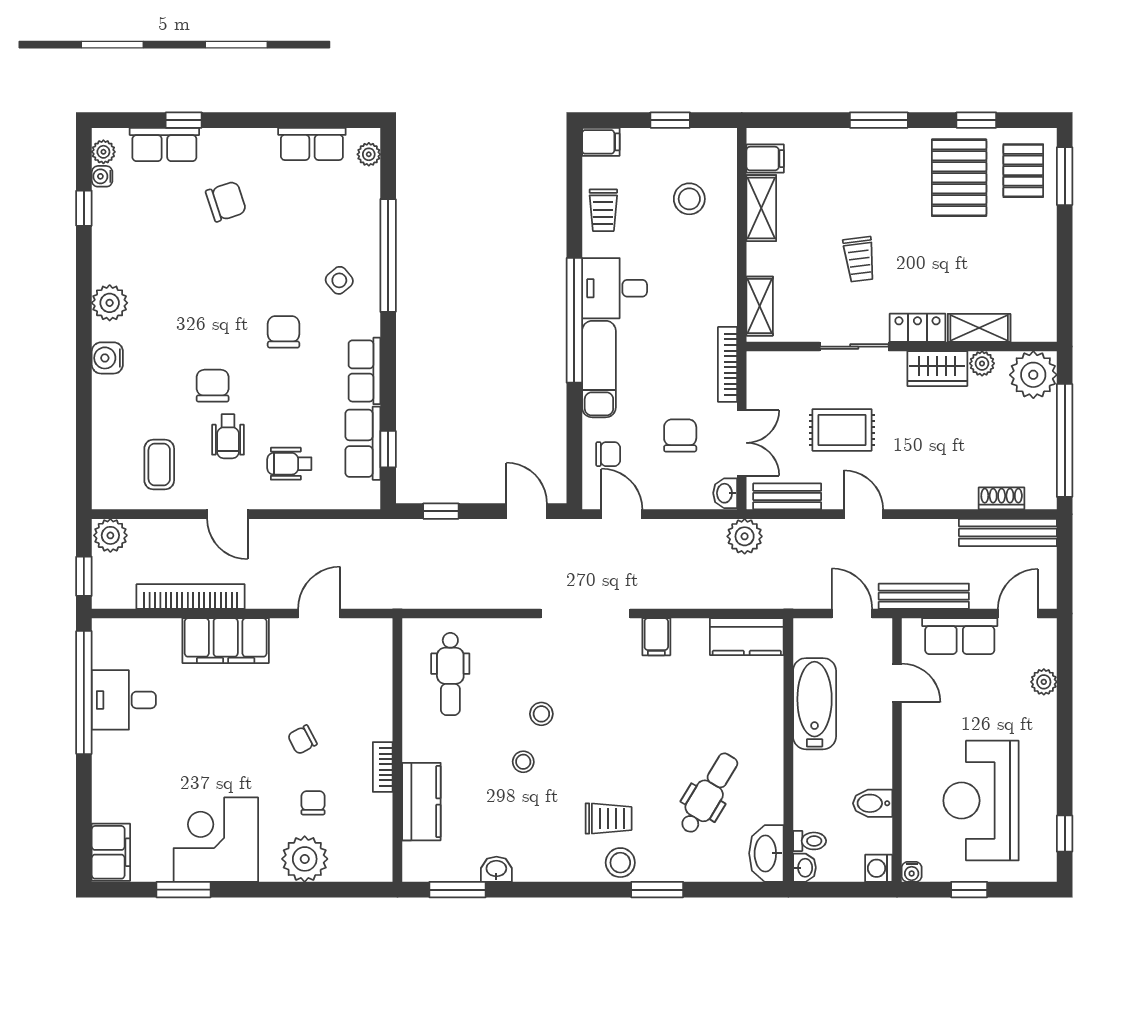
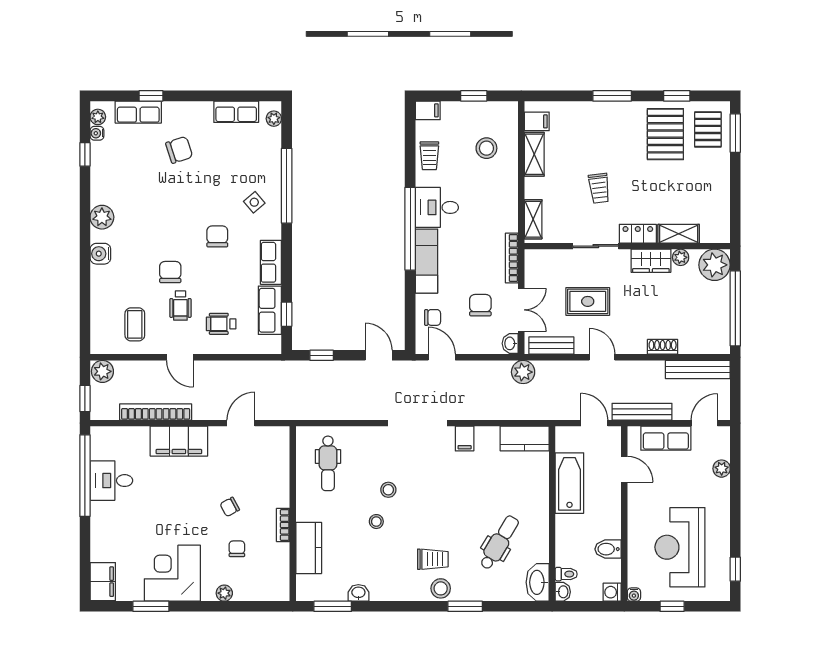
shoe rack: (1002, 498) -> (663, 347), moved
plant: (305, 859) -> (224, 593), width x0.53, depth x0.53

